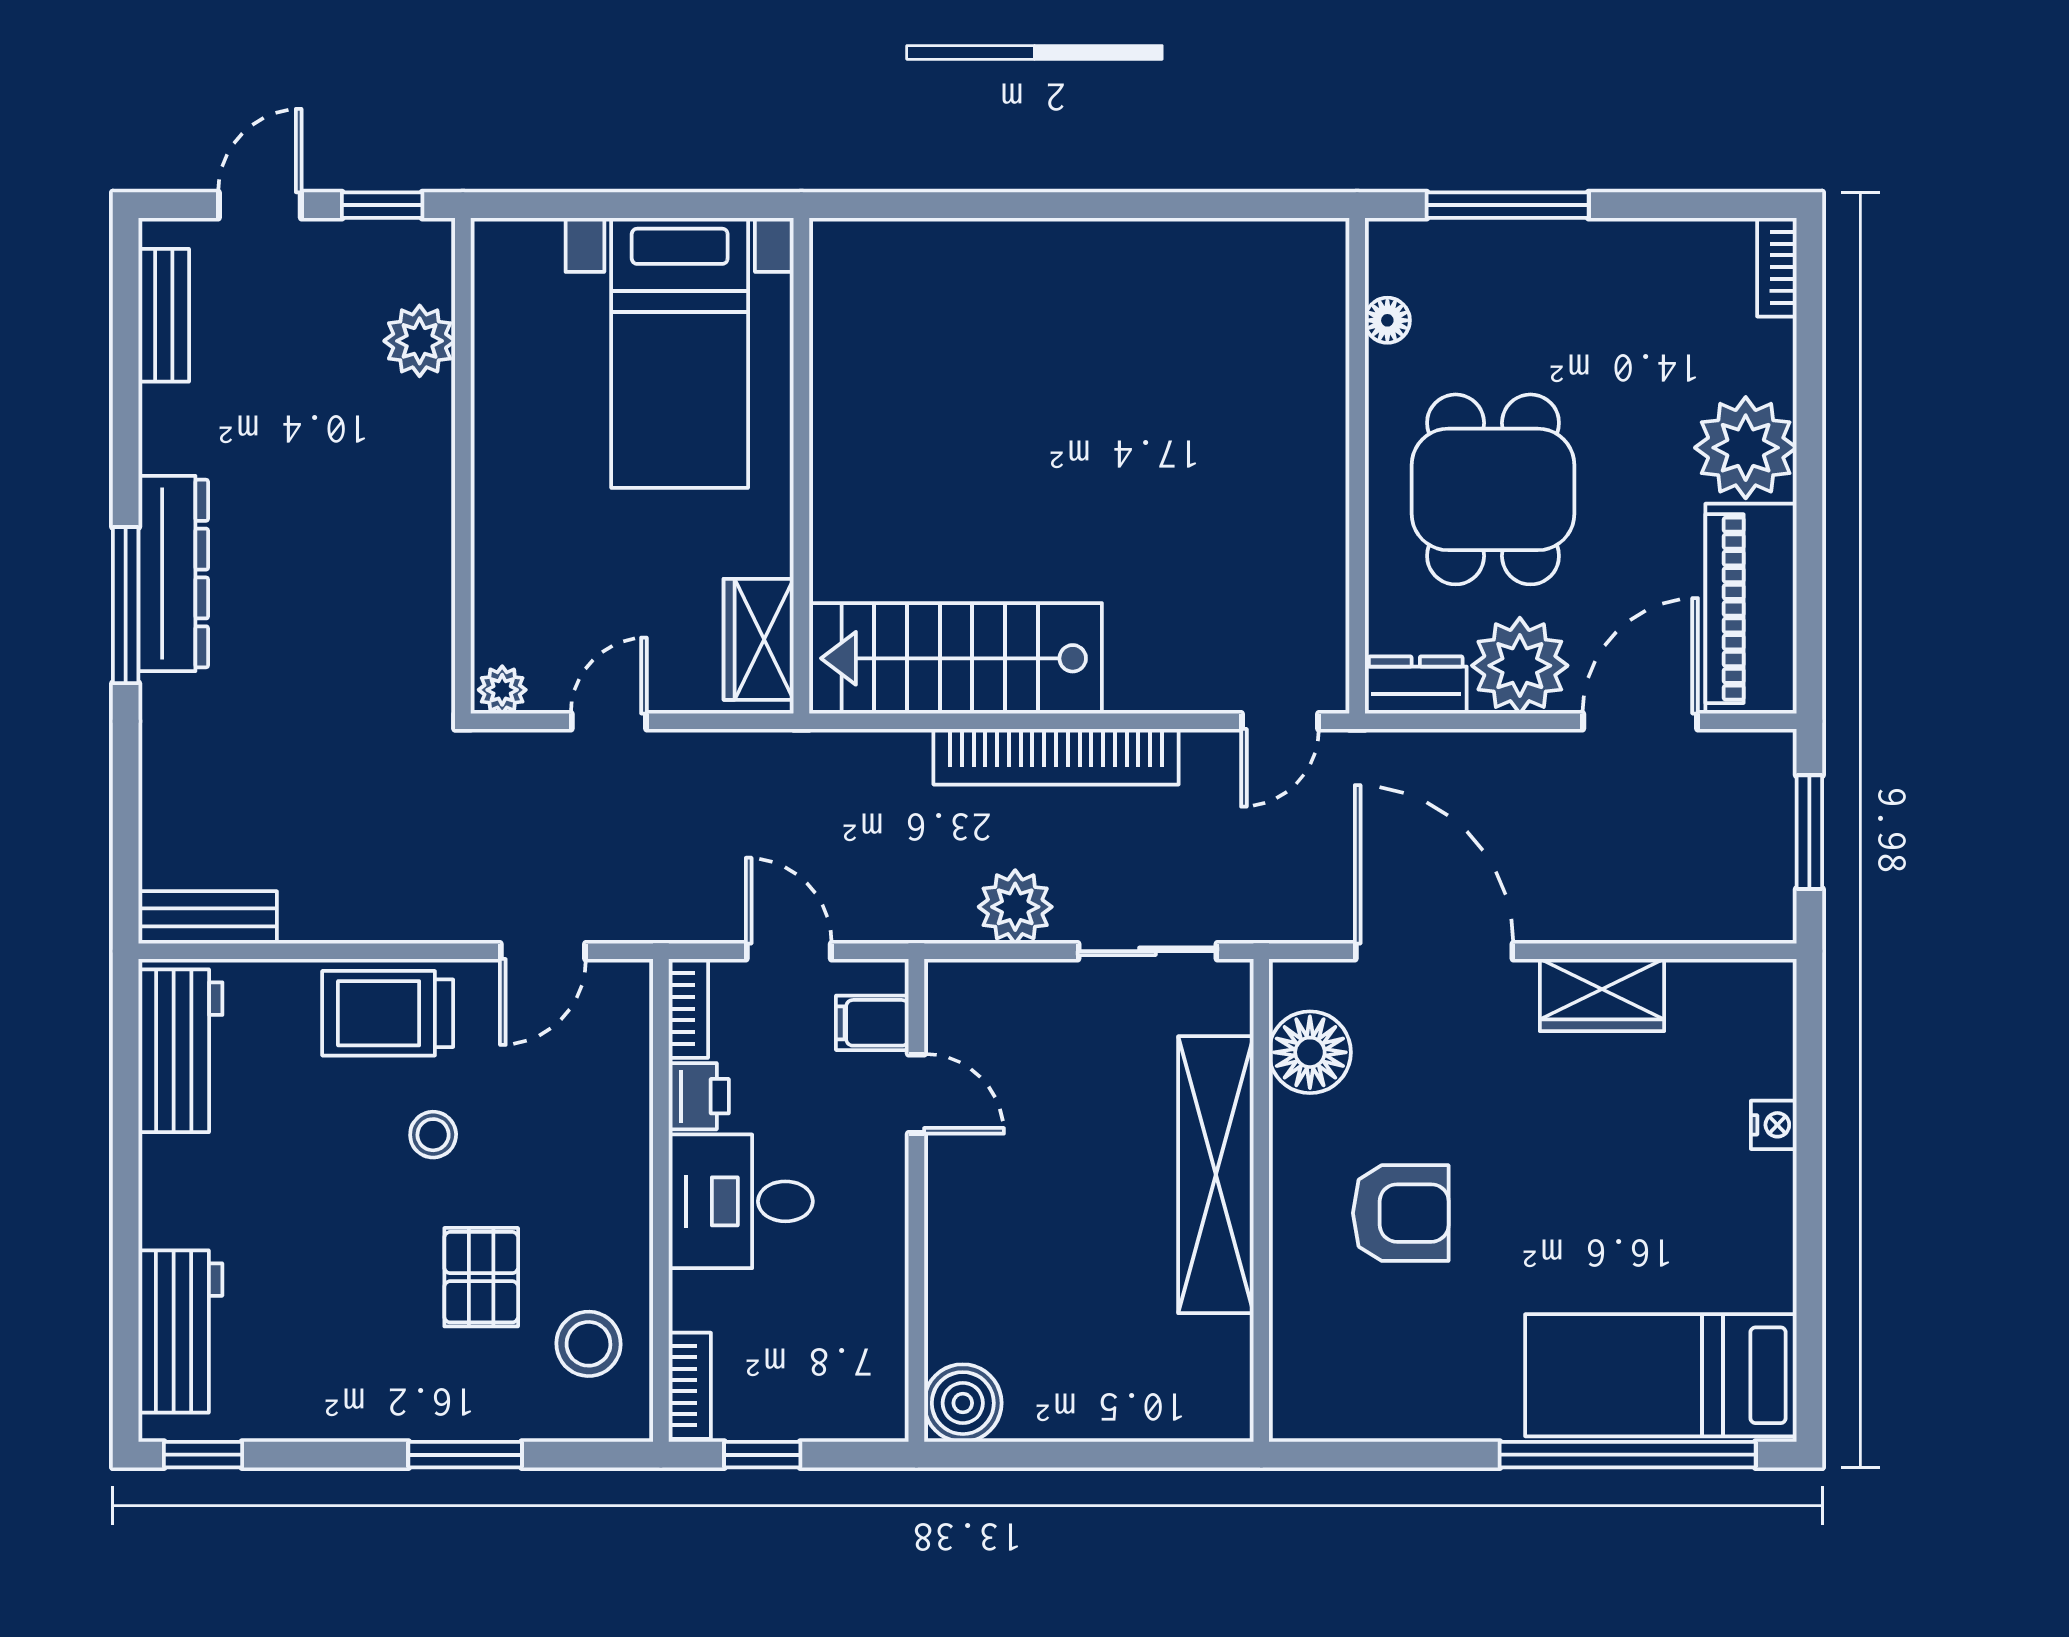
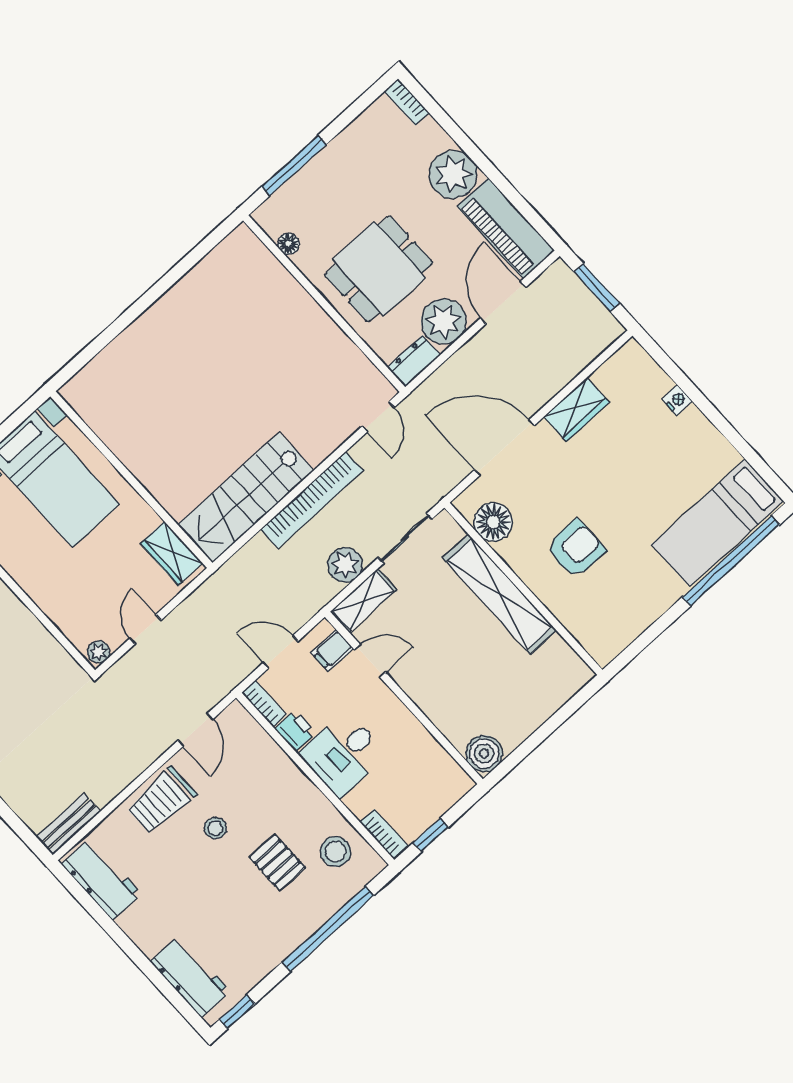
dining table: (1493, 489) -> (379, 269), turned 90
shelving: (992, 989) -> (363, 601), added
window: (465, 1455) -> (328, 929), width x2.11

